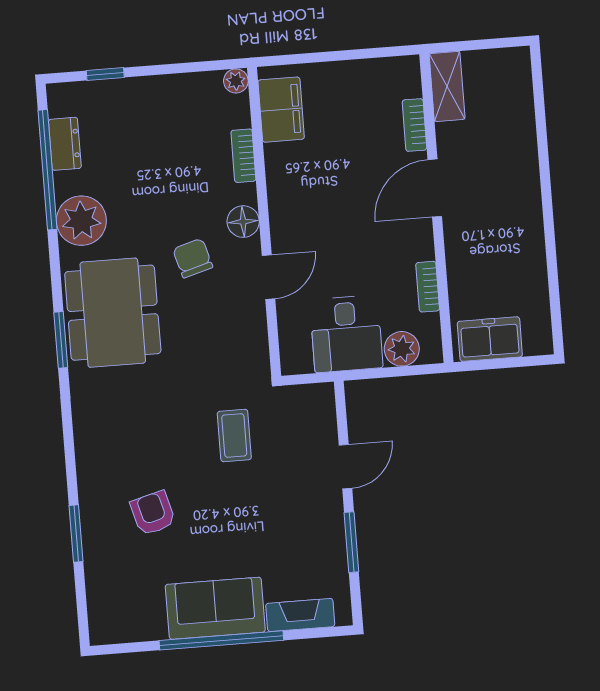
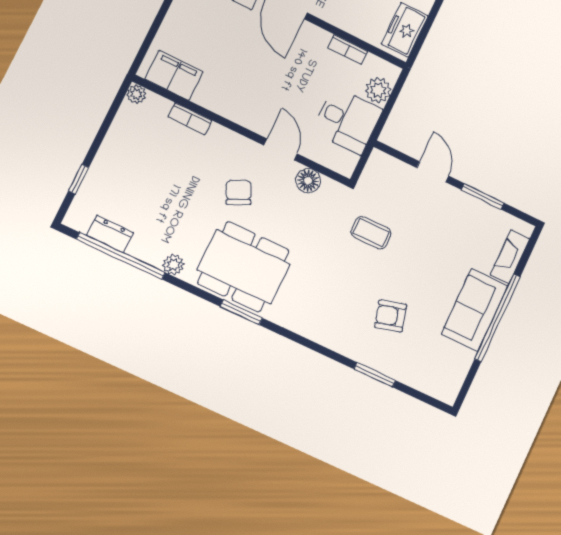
plant: (81, 221) -> (173, 265), width x0.53, depth x0.53
floor lamp: (243, 222) -> (308, 181), moved
chair: (193, 258) -> (239, 192), turned 80

